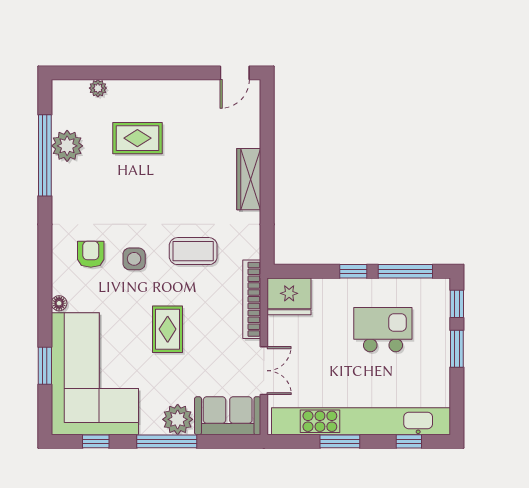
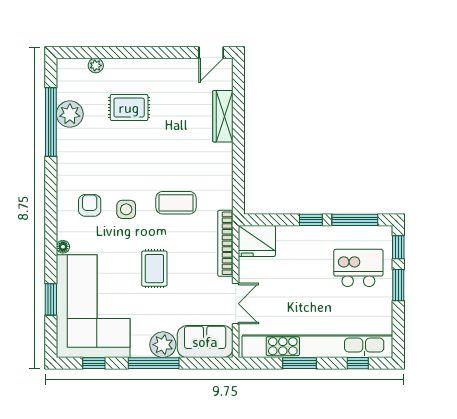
wardrobe: (249, 179) -> (223, 116), moved
kitchen island: (383, 330) -> (358, 268), moved

